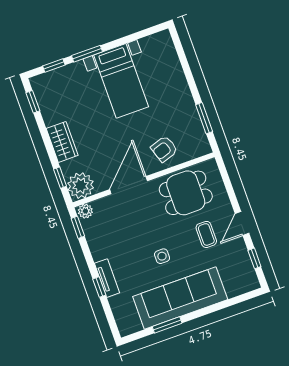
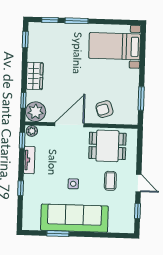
bed with nightstands: (121, 81) -> (115, 46), moved, turned 90
door: (242, 223) -> (138, 183), swing flipped
tv unit: (107, 278) -> (29, 160), moved

